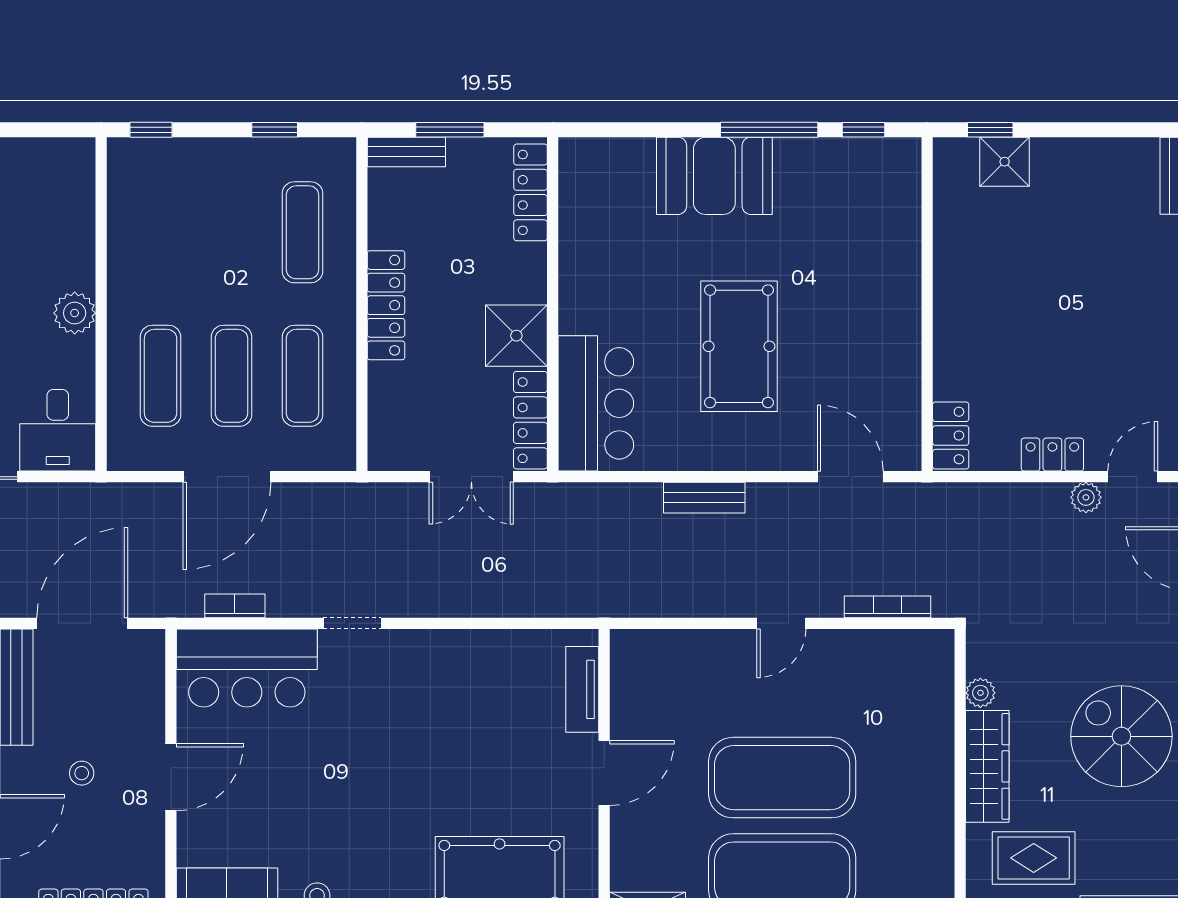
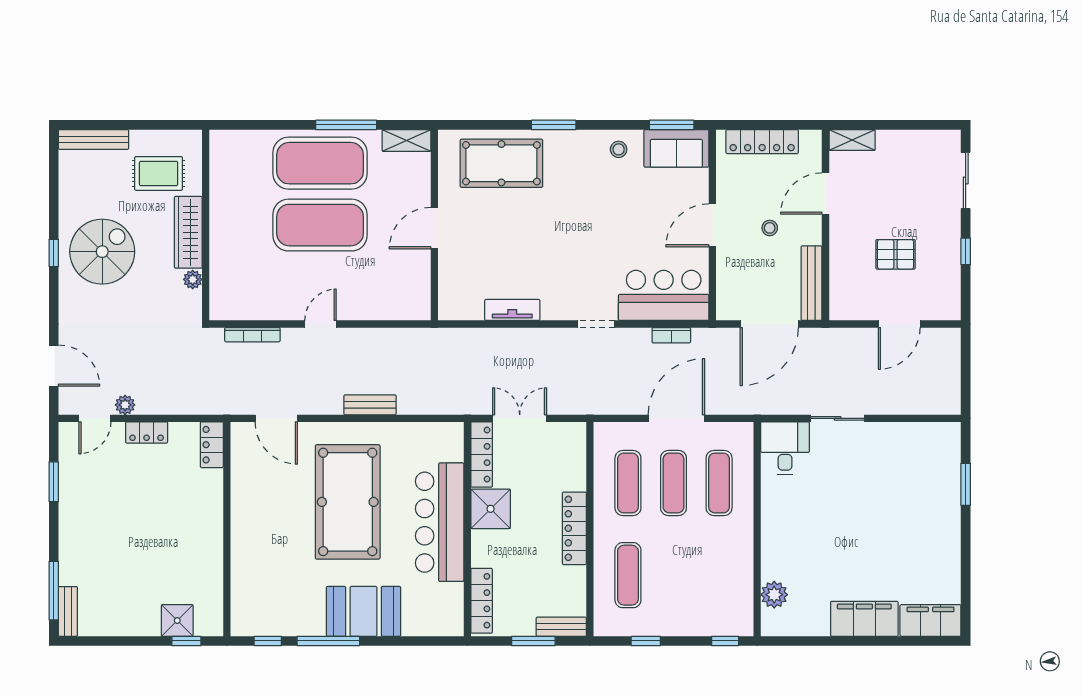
plant: (75, 313) -> (774, 595), moved
pool table: (739, 346) -> (348, 502), width x1.36, depth x1.32
bar counter: (596, 403) -> (440, 522), moved, width x1.36
tv unit: (582, 689) -> (512, 310), moved, turned -90
spiral stairs: (1121, 736) -> (102, 252), turned -90

